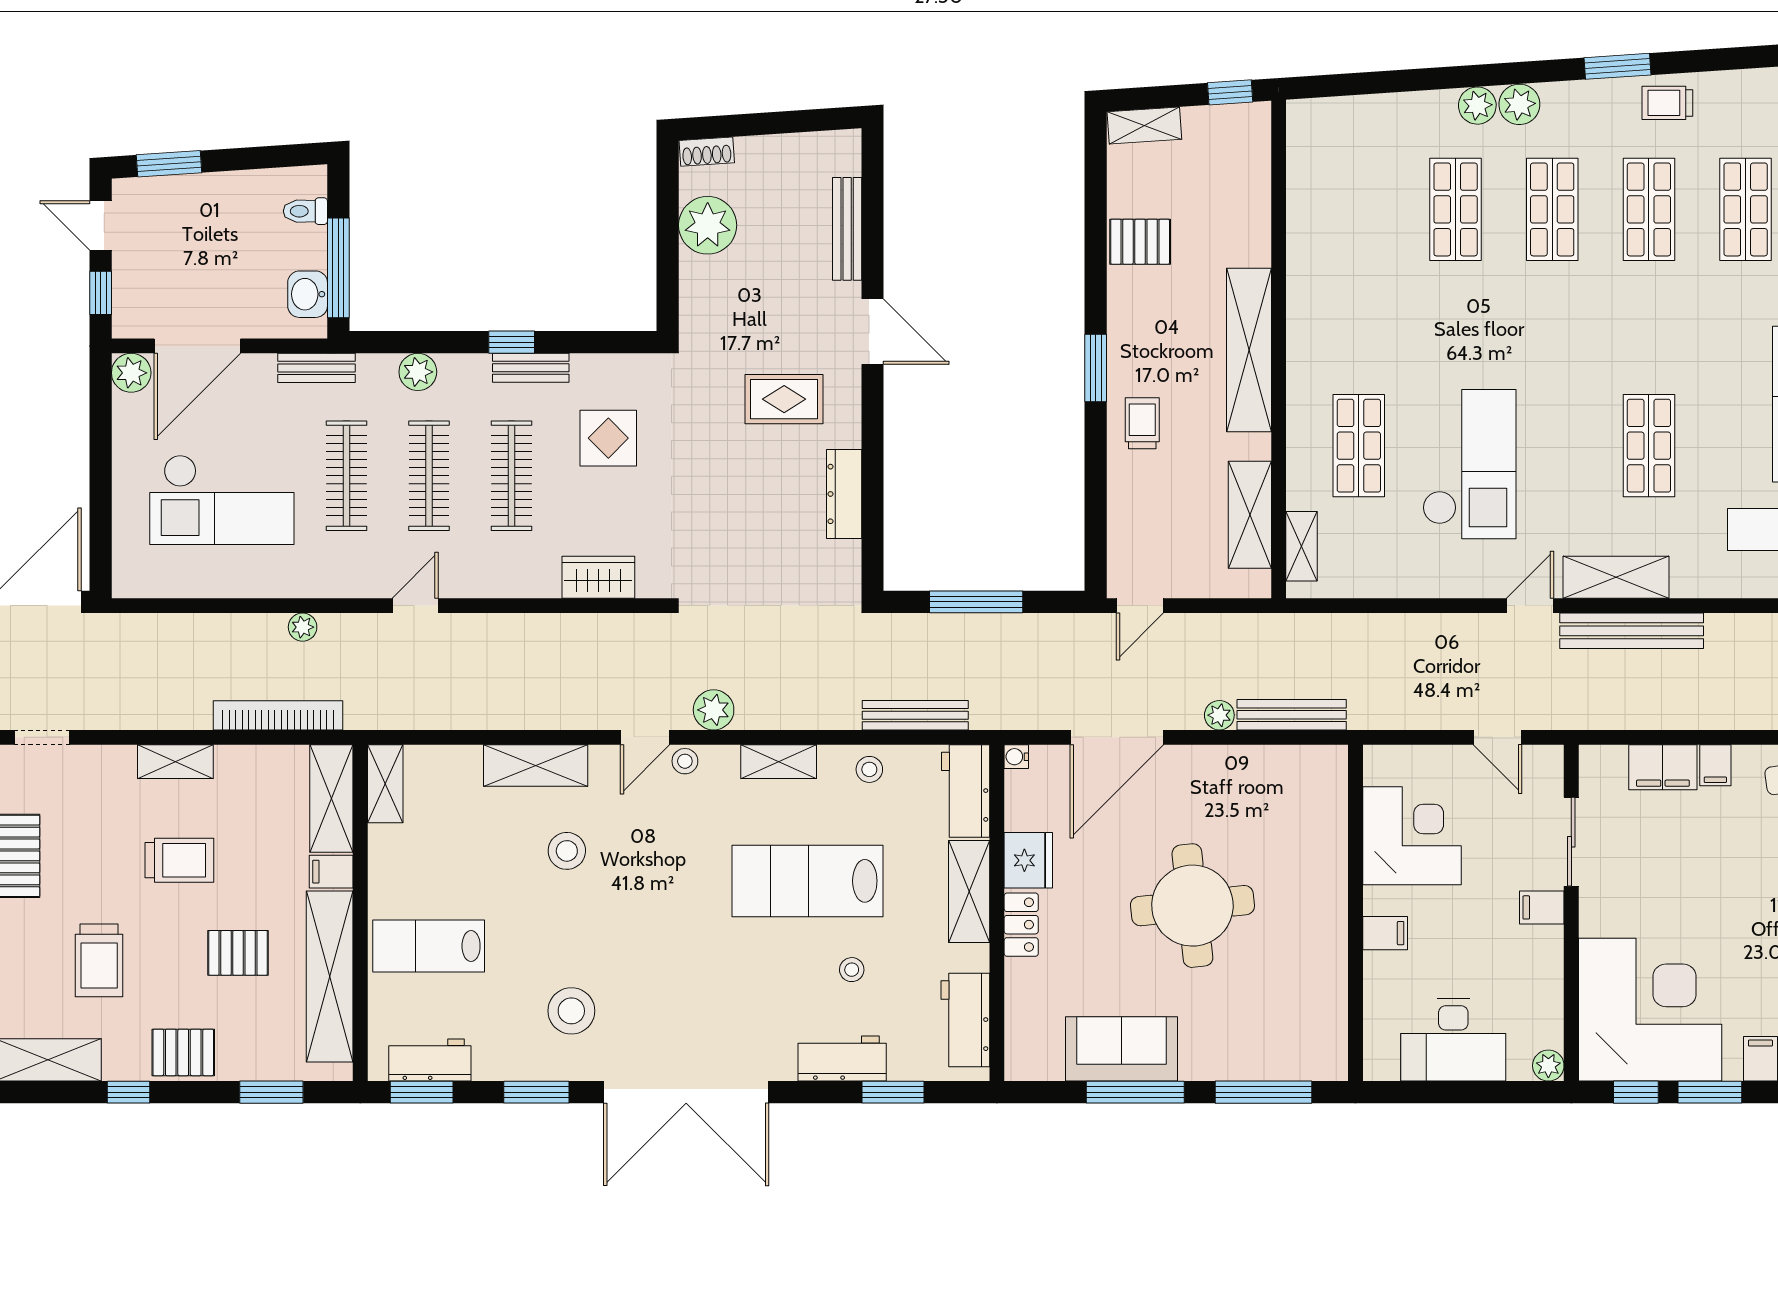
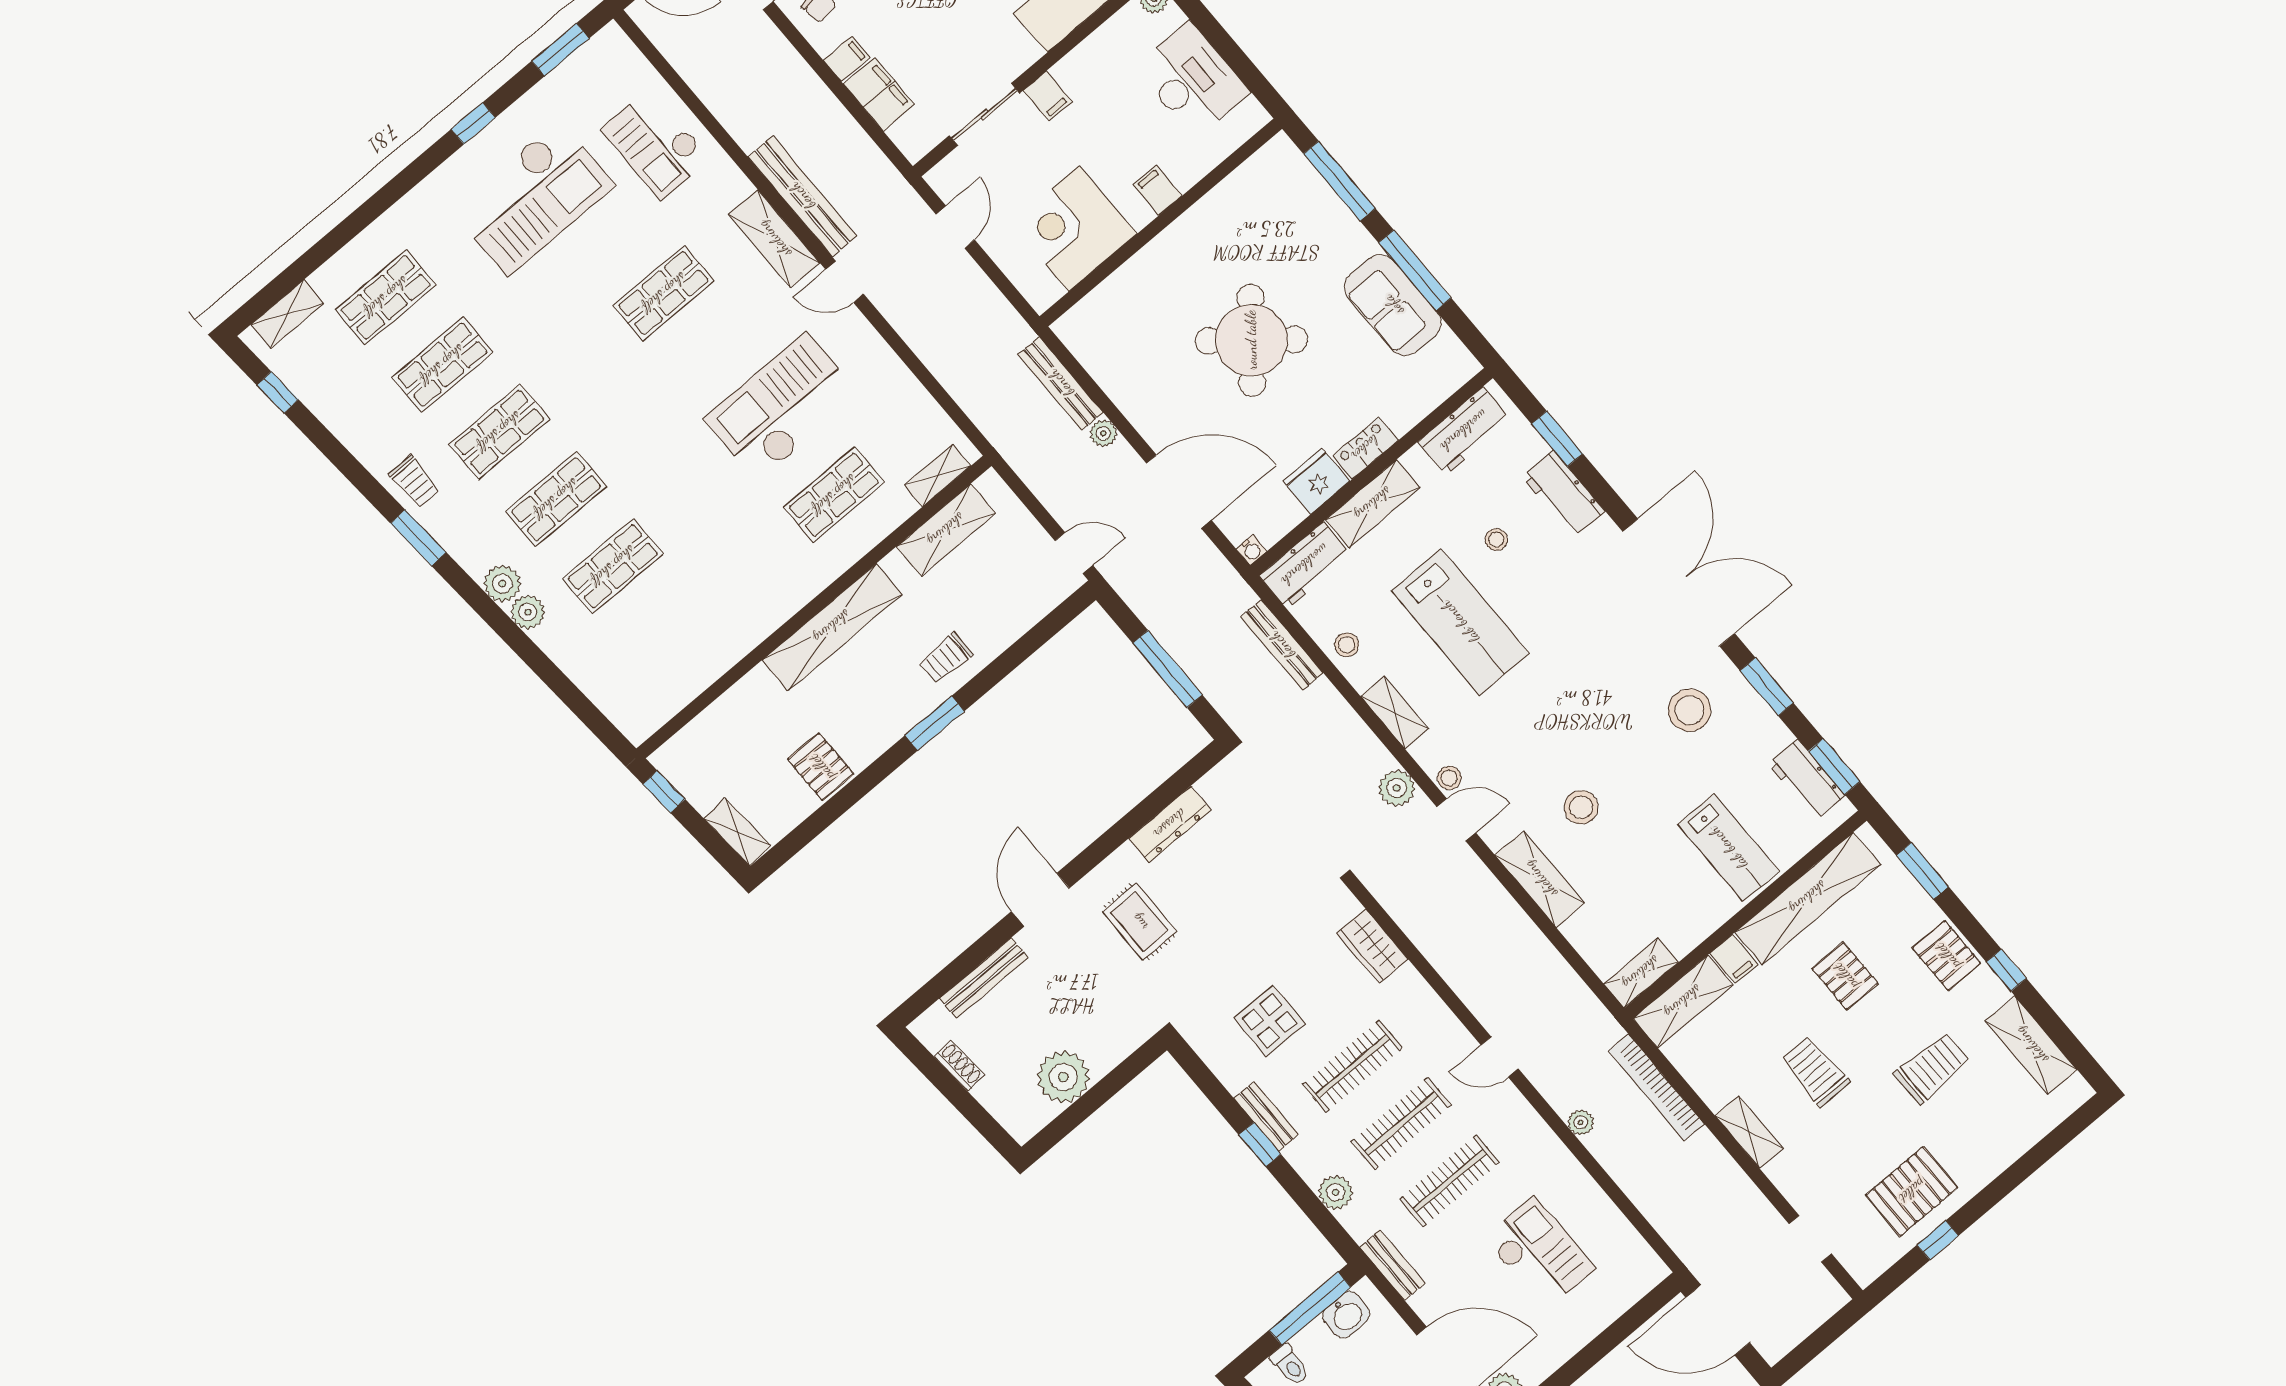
shoe rack: (707, 152) -> (959, 1066), moved
checkout: (222, 500) -> (1539, 1254), width x0.73, depth x0.83
round table: (1192, 906) -> (1251, 340), turned 45

